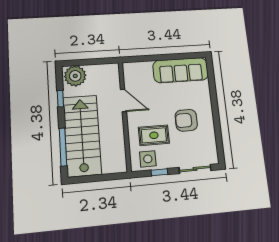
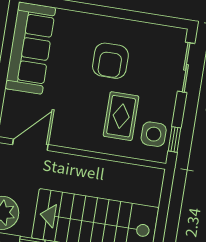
door: (123, 100) -> (30, 145), moved
window: (159, 172) -> (175, 139), moved

